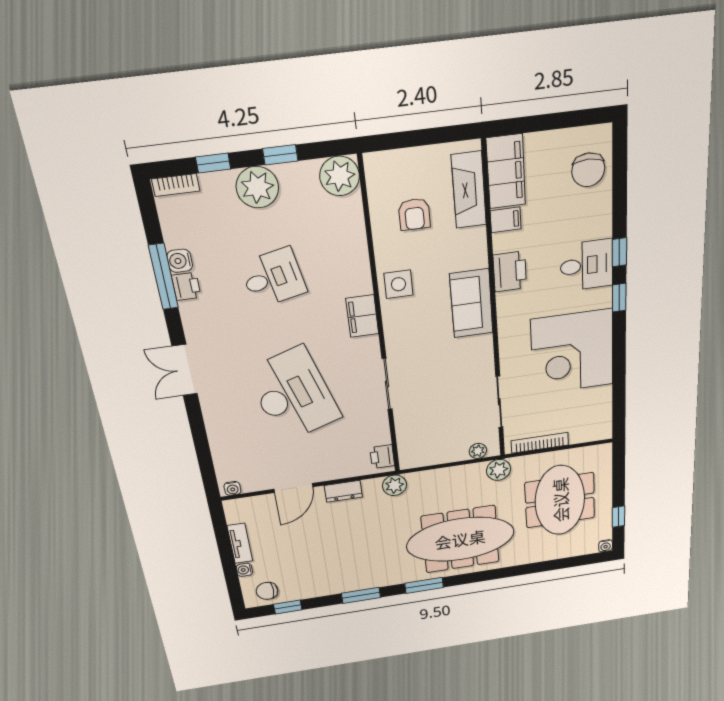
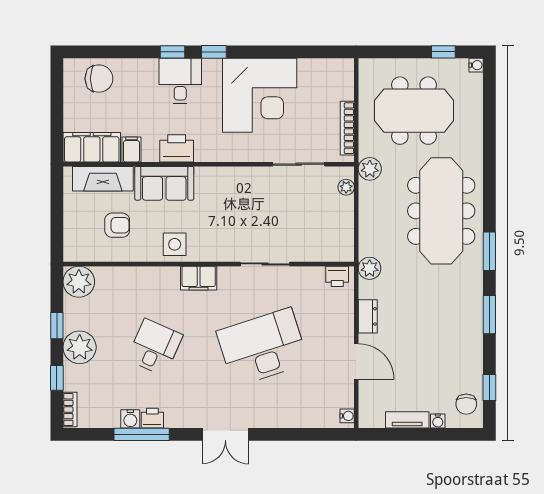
desk: (273, 278) -> (155, 347), turned 36
sofa: (471, 303) -> (164, 183), moved

